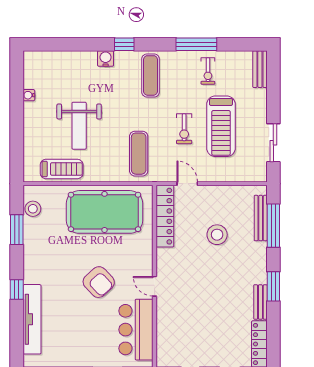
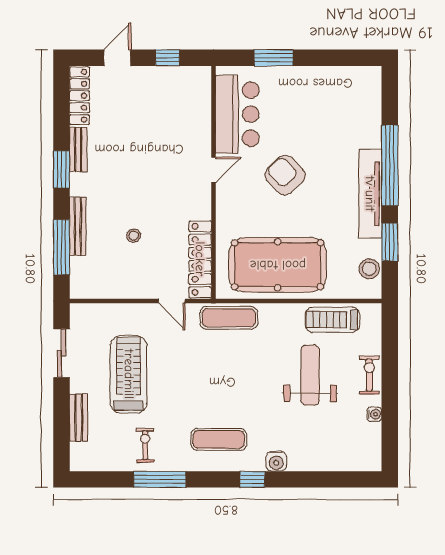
bench: (260, 69) -> (79, 418), moved
exercise mat: (151, 75) -> (219, 439), turned 90
exercise bike: (184, 129) -> (369, 375), moved
exercise mat: (139, 154) -> (229, 318), moved, turned 90
bench: (261, 218) -> (78, 226), moved
stool: (217, 235) -> (134, 236), width x0.53, depth x0.53
door: (155, 286) -> (213, 170), hinge flipped
window: (17, 290) -> (390, 165), width x3.17
tv unit: (32, 319) -> (370, 194), moved

